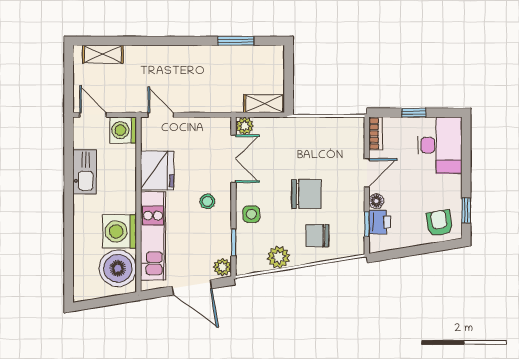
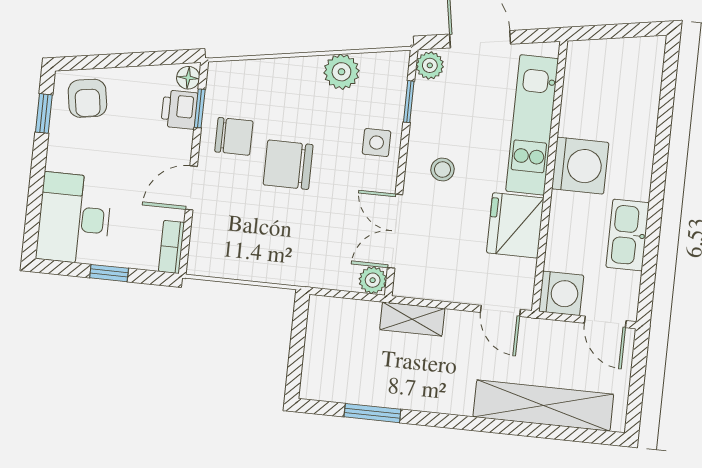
shelving: (103, 54) -> (543, 406), width x2.20, depth x1.33
shelving: (264, 104) -> (412, 319), moved
floor lamp: (376, 201) -> (188, 78), moved
washing machine: (119, 231) -> (580, 166), moved
chair: (317, 236) -> (234, 136), moved
boiler: (118, 268) -> (592, 81), removed

